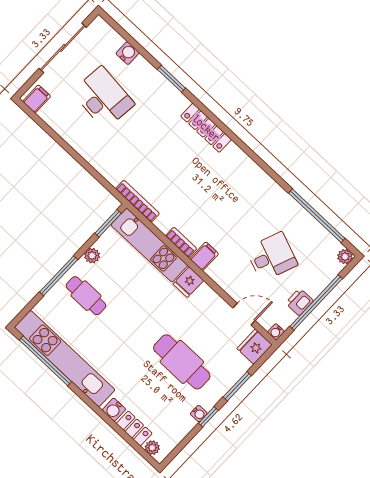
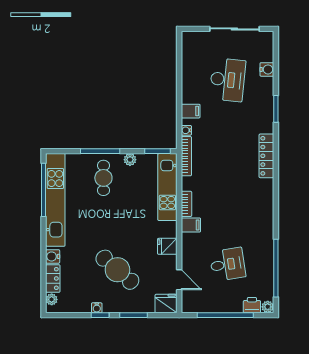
filing cabinet: (37, 99) -> (191, 111), moved
desk: (272, 257) -> (228, 264), turned -30
fridge: (188, 282) -> (167, 246), moved
printer: (299, 302) -> (252, 305), moved
water cooler: (276, 332) -> (186, 130), moved
cafe table: (182, 362) -> (117, 270), turned -49

